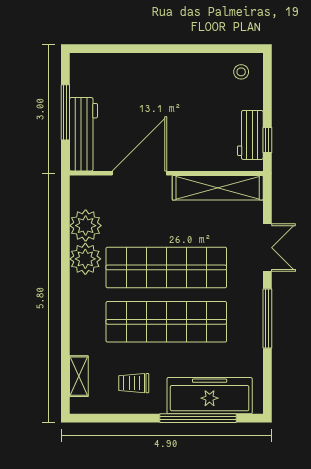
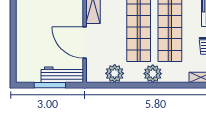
plant: (85, 259) -> (153, 74), moved

